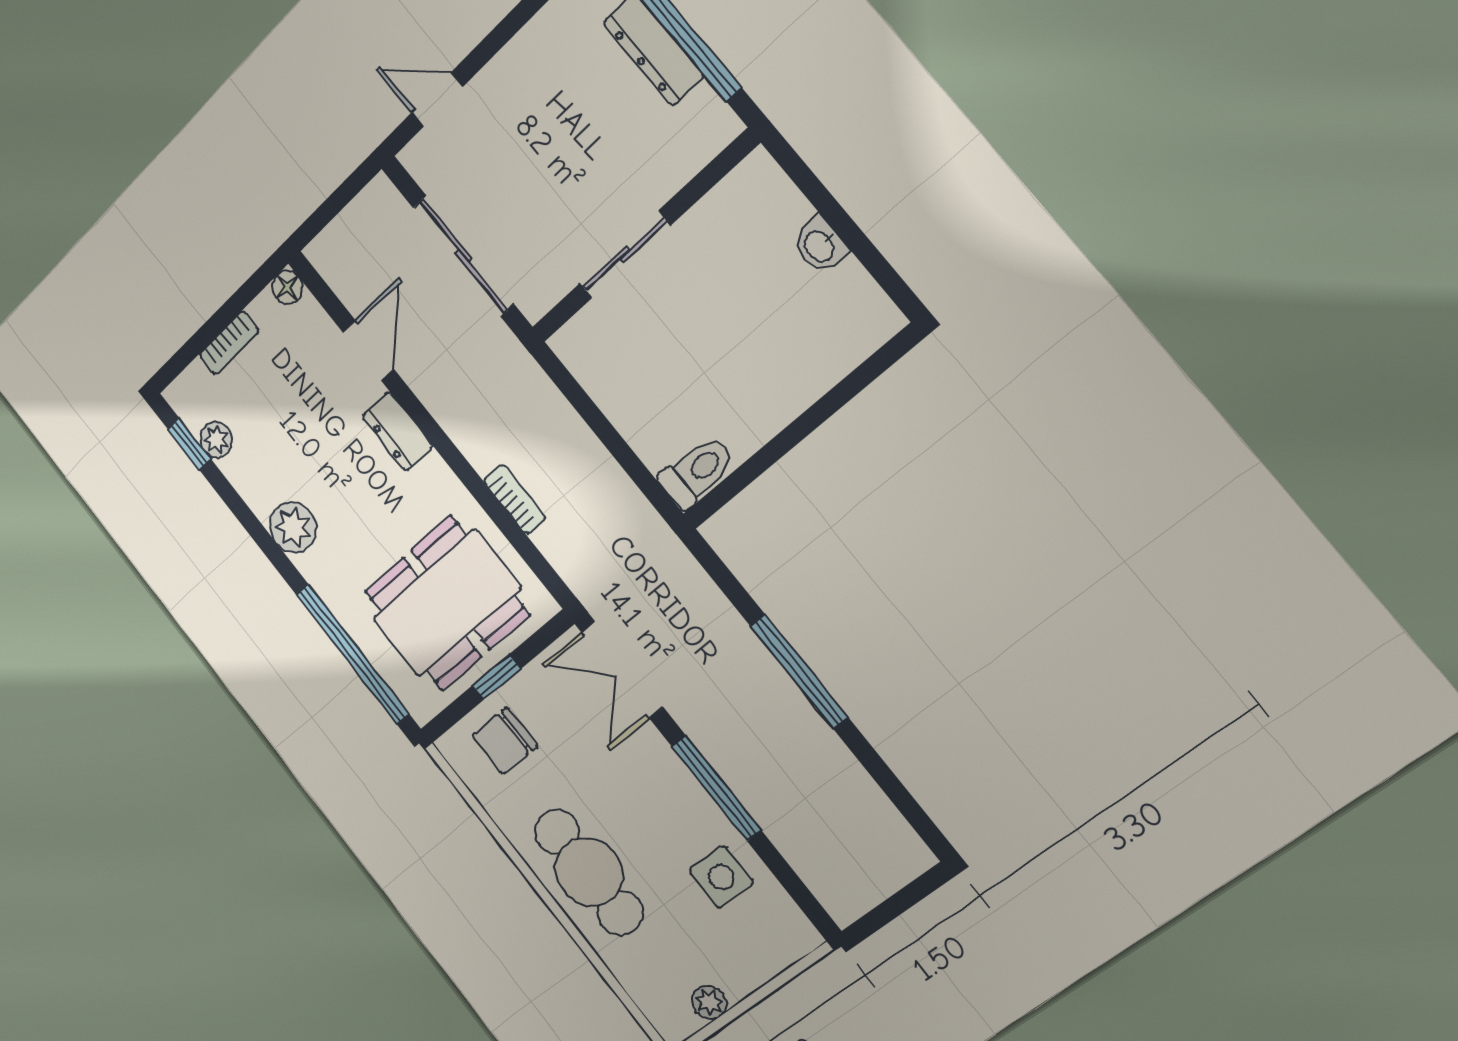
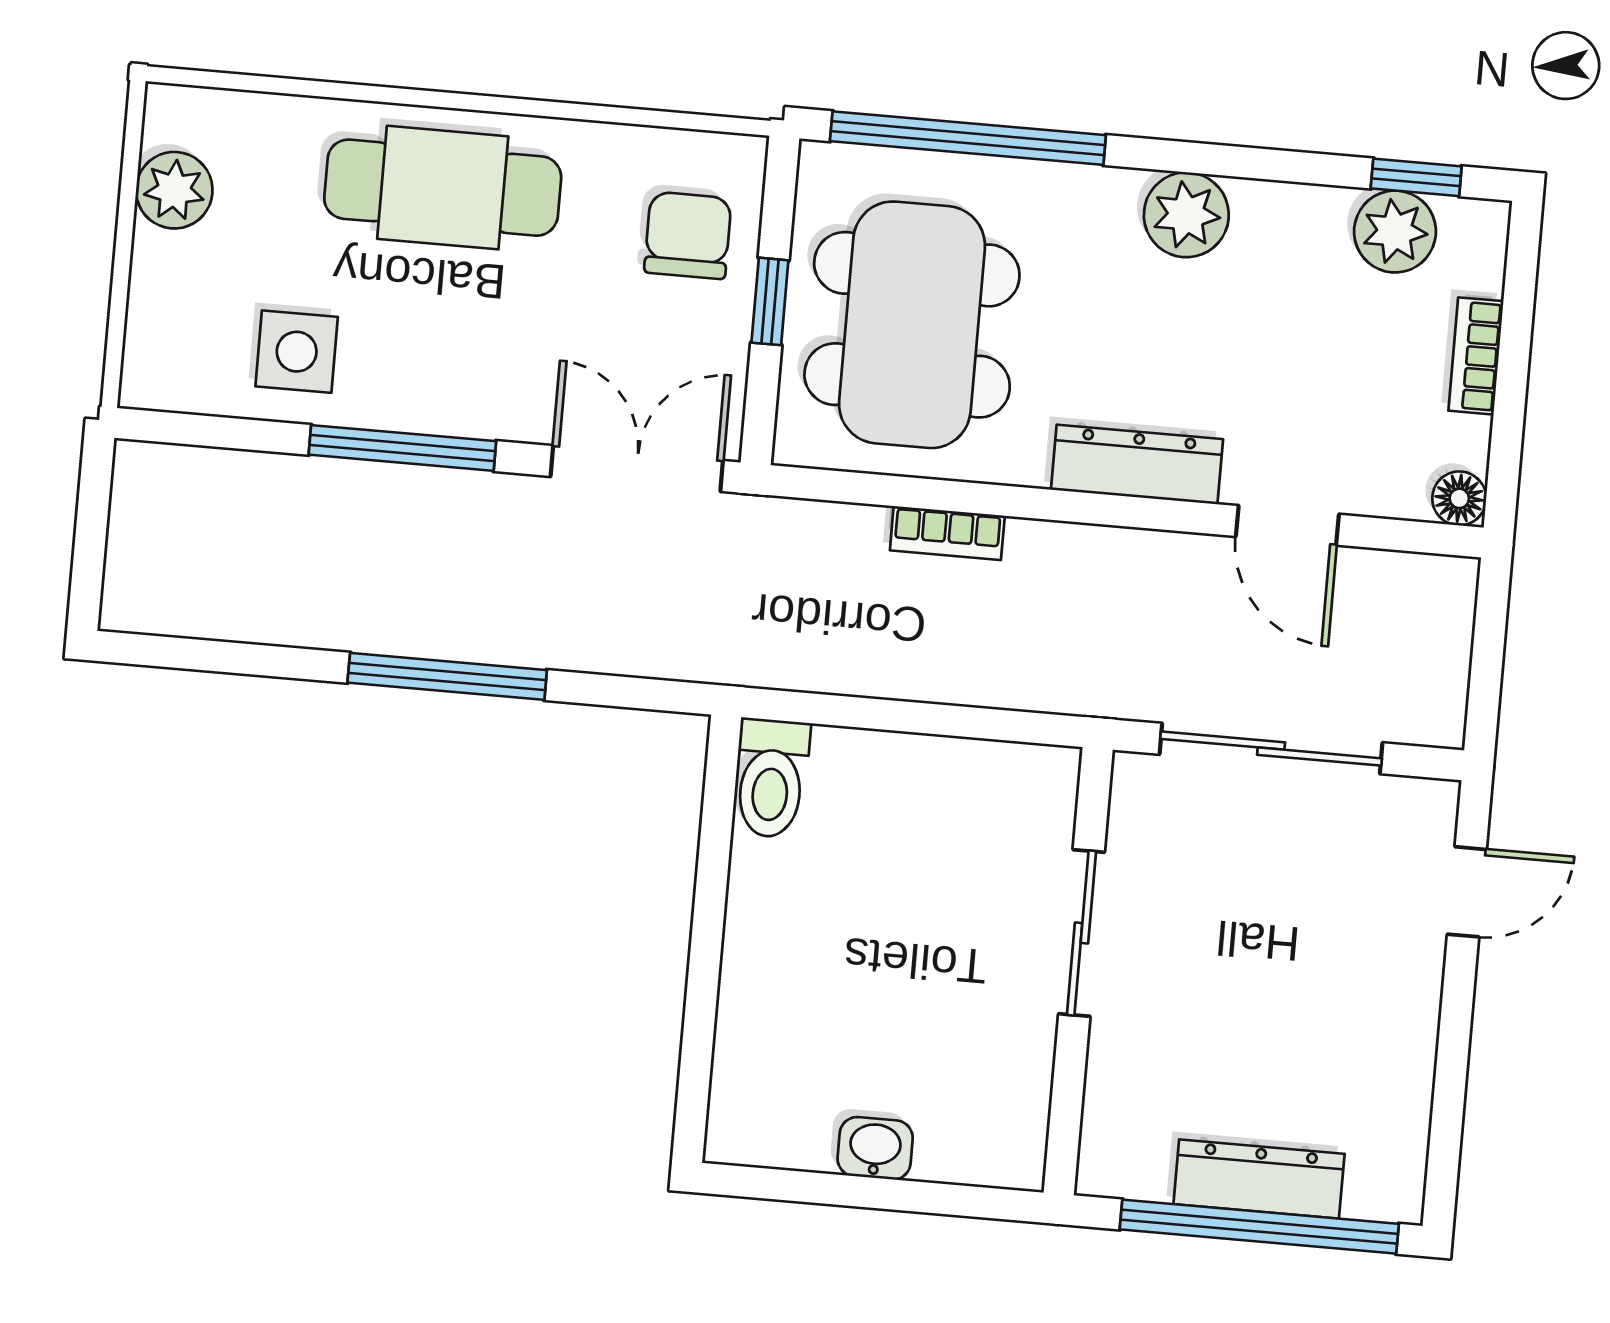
dresser: (397, 431) -> (1137, 464), width x1.44
plant: (216, 440) -> (1395, 232), width x1.38, depth x1.38
plant: (709, 1002) -> (174, 190), width x1.38, depth x1.38

